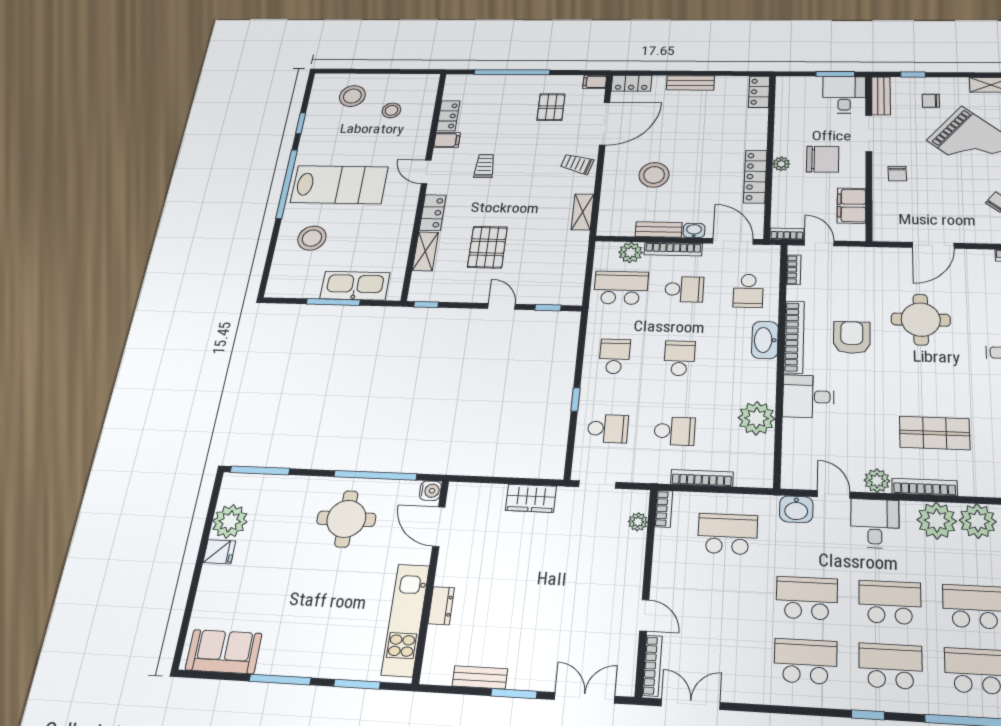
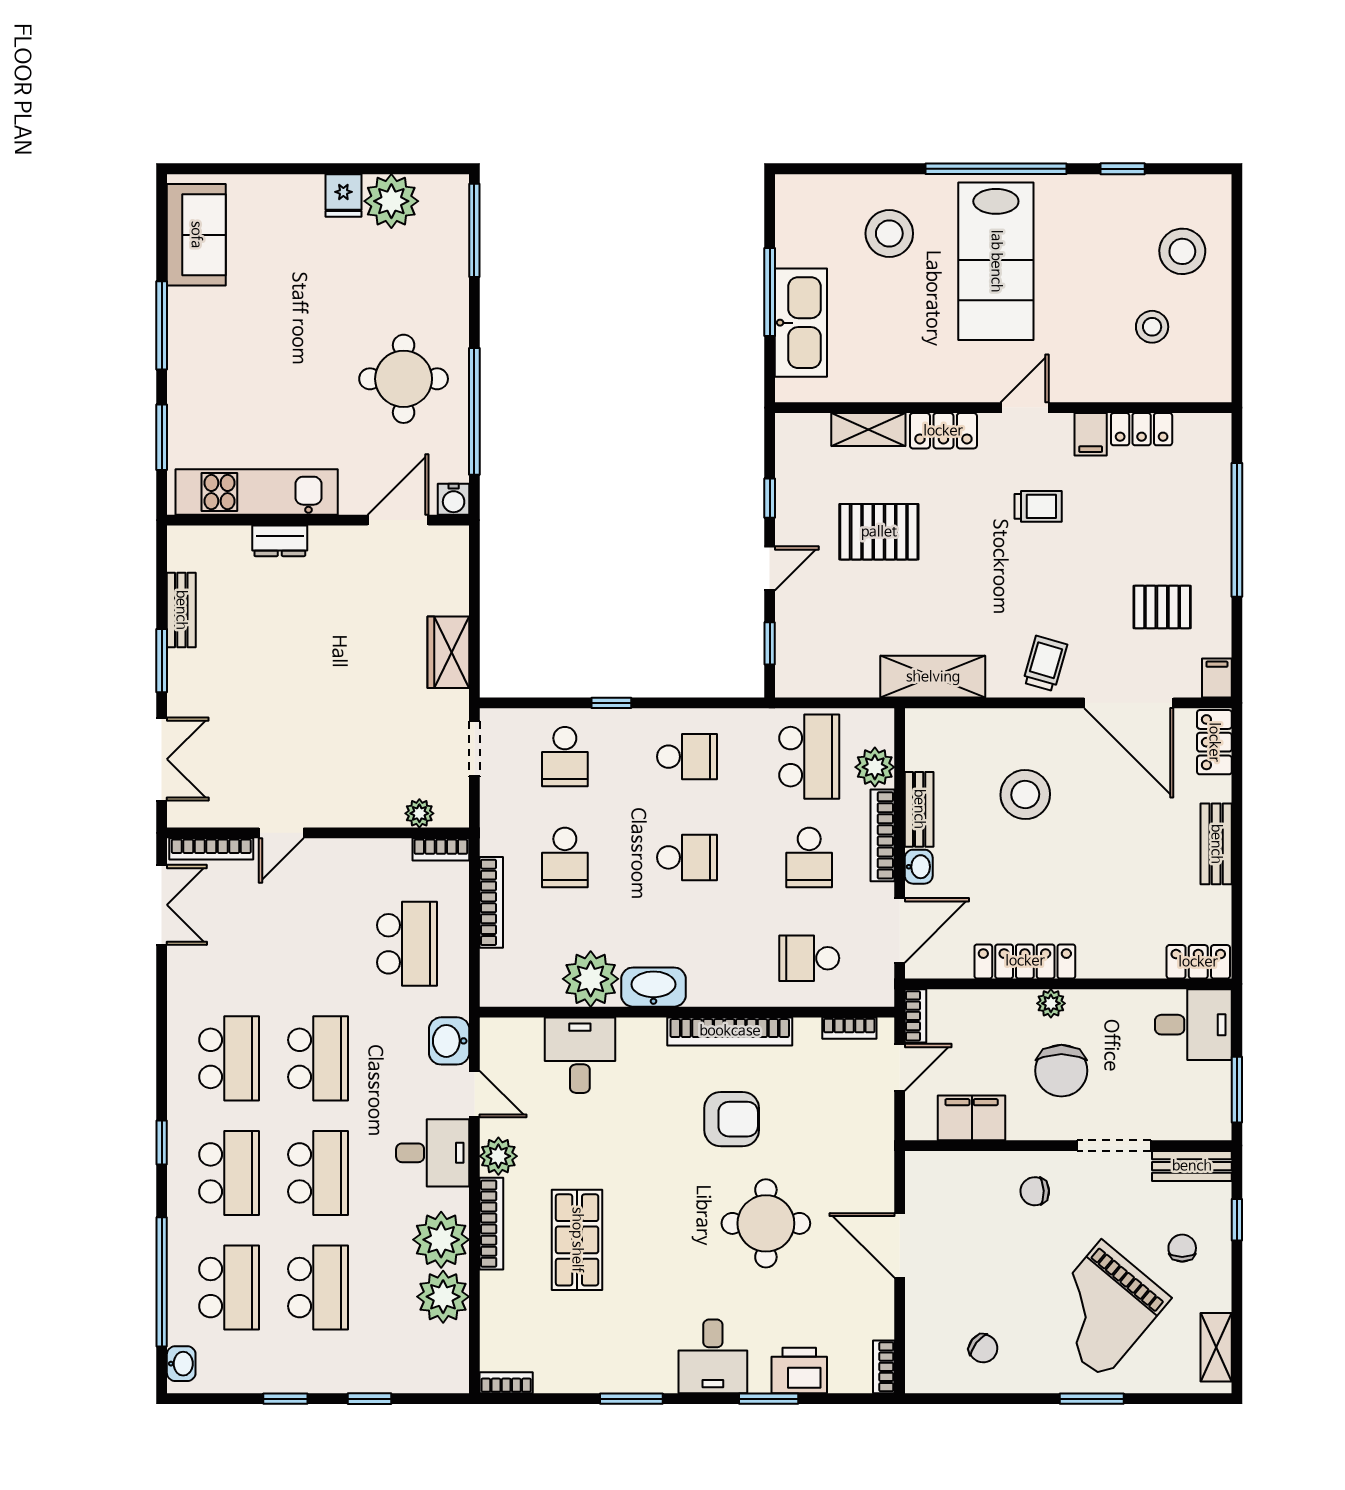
desk: (844, 95) -> (1193, 1025), moved
shelving: (583, 212) -> (933, 677), width x1.50, depth x1.33
window: (426, 304) -> (770, 498), moved
washbasin: (765, 340) -> (653, 987), moved
desk: (808, 397) -> (580, 1055), moved
door: (834, 494) -> (474, 1094), hinge flipped

